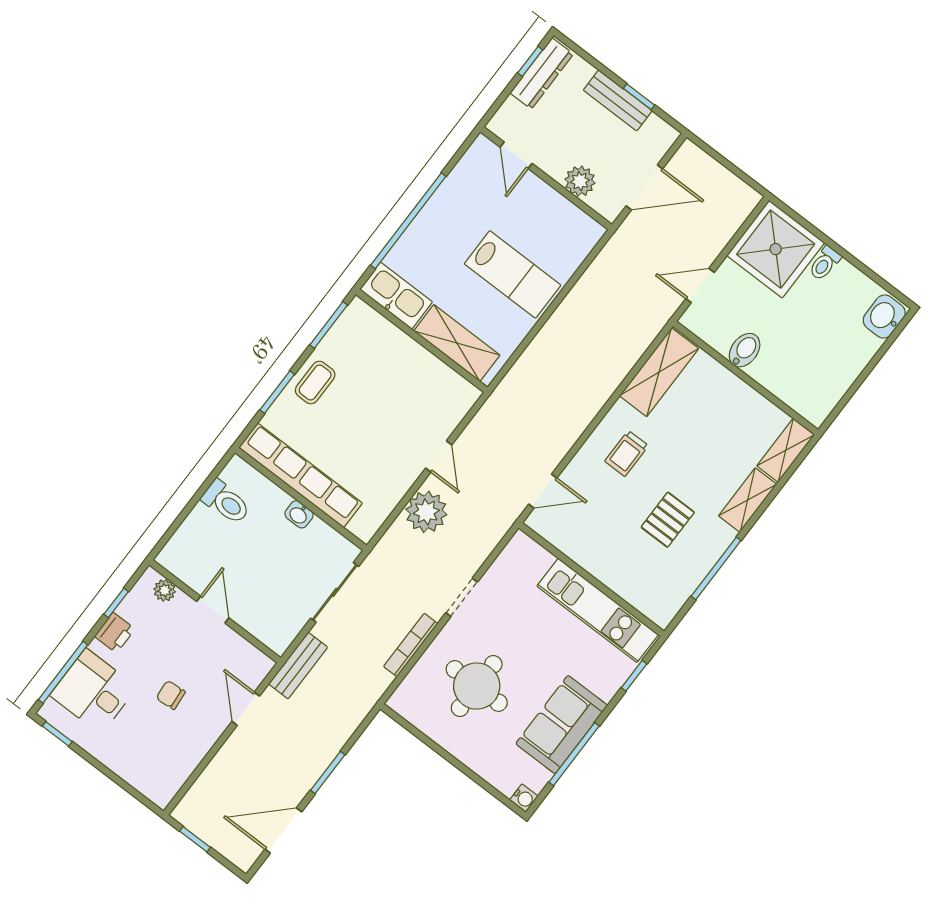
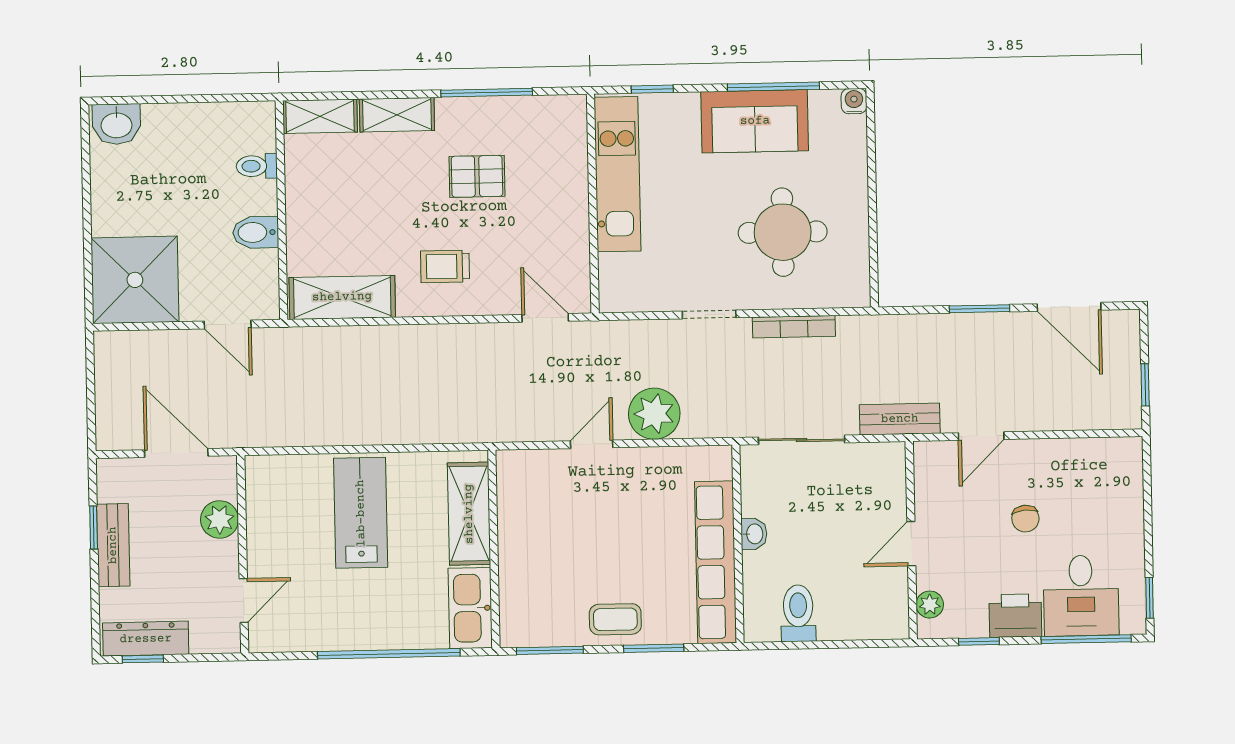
toilet: (825, 263) -> (257, 166), moved, turned 180
trolley: (627, 453) -> (445, 266), turned 180
printer: (115, 633) -> (1015, 616), width x1.36, depth x1.24

